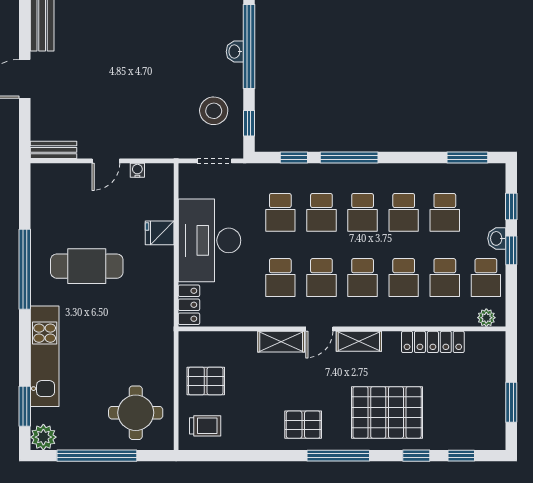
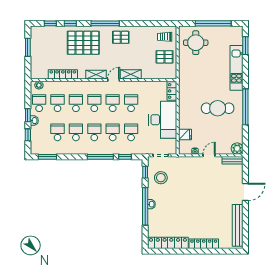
fridge: (160, 233) -> (185, 135), moved
plant: (43, 437) -> (237, 149), moved

